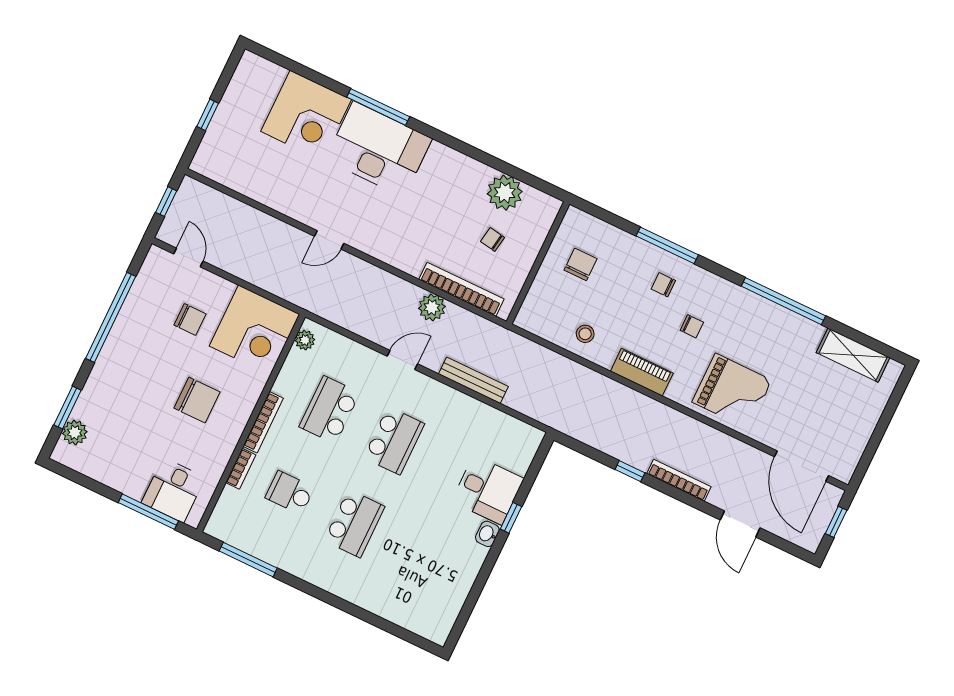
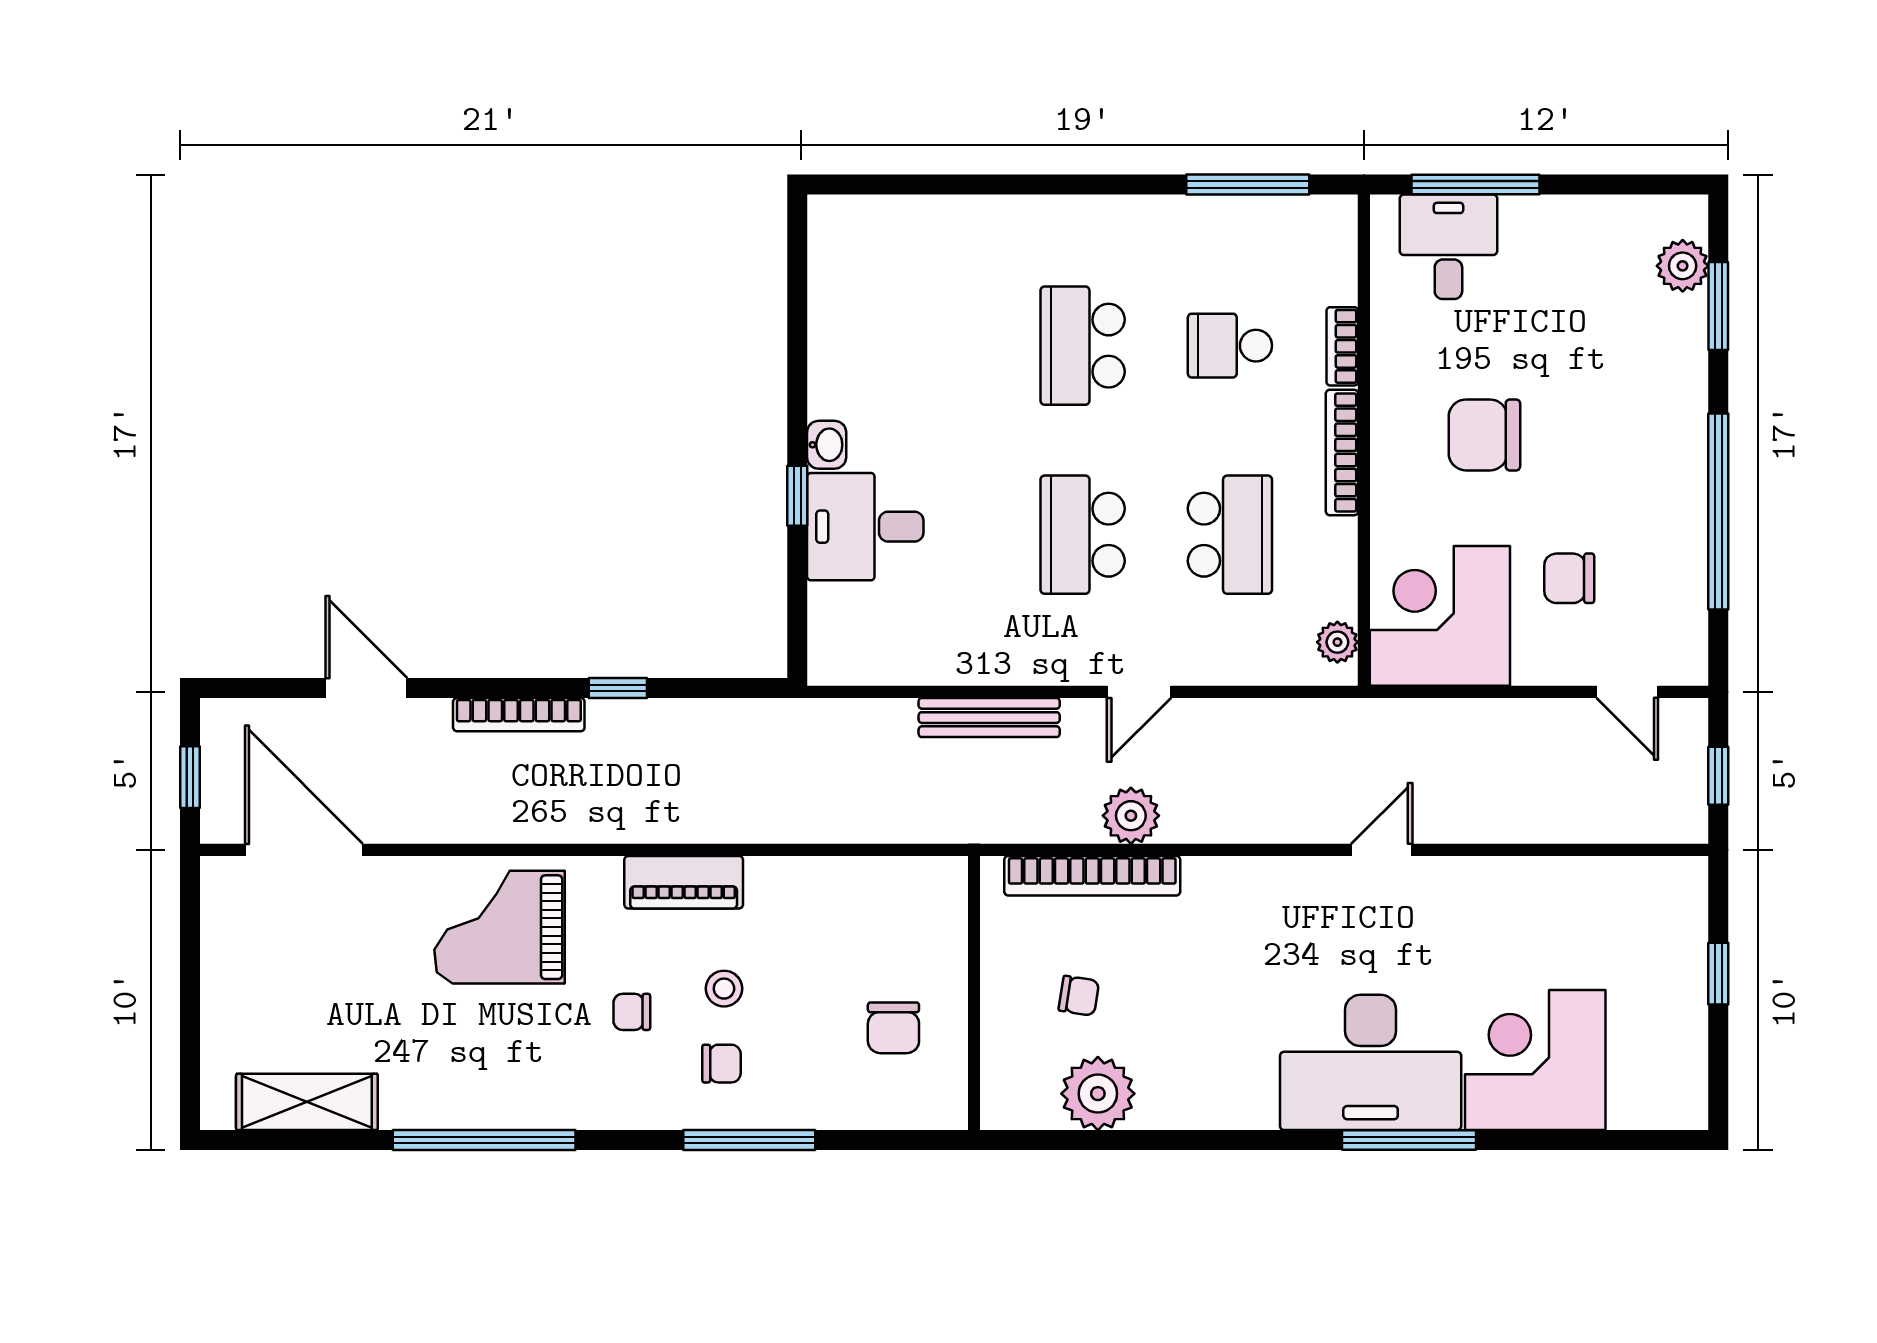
stool: (585, 334) -> (724, 989), moved
school desk: (290, 493) -> (1230, 346), turned 180

